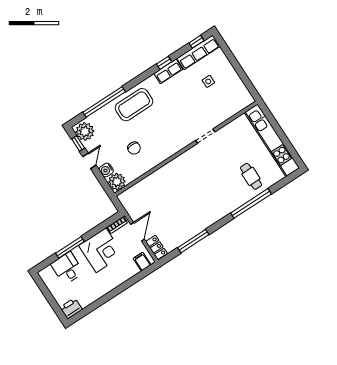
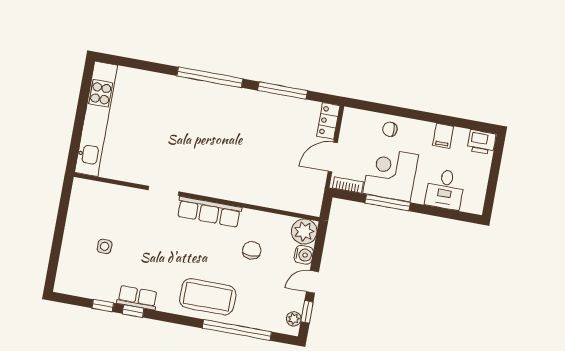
window: (196, 42) -> (103, 306), moved
row of seats: (198, 52) -> (209, 212), moved, turned 180
plant: (85, 132) -> (294, 319), width x0.53, depth x0.53
cafe table: (251, 176) -> (155, 101), removed
window: (251, 203) -> (210, 77), moved
window: (70, 247) -> (388, 203), moved
filing cabinet: (142, 262) -> (443, 136), moved
chair: (122, 272) -> (390, 129), added

